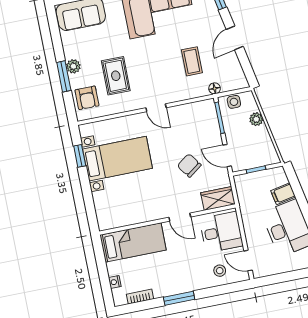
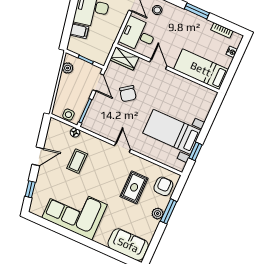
plant: (256, 119) -> (68, 68), moved

